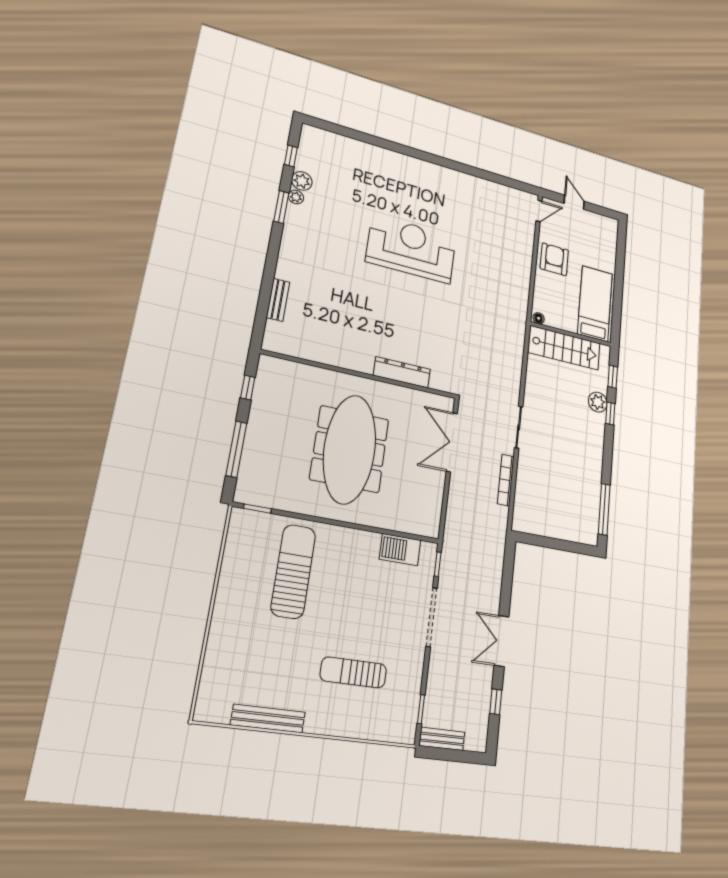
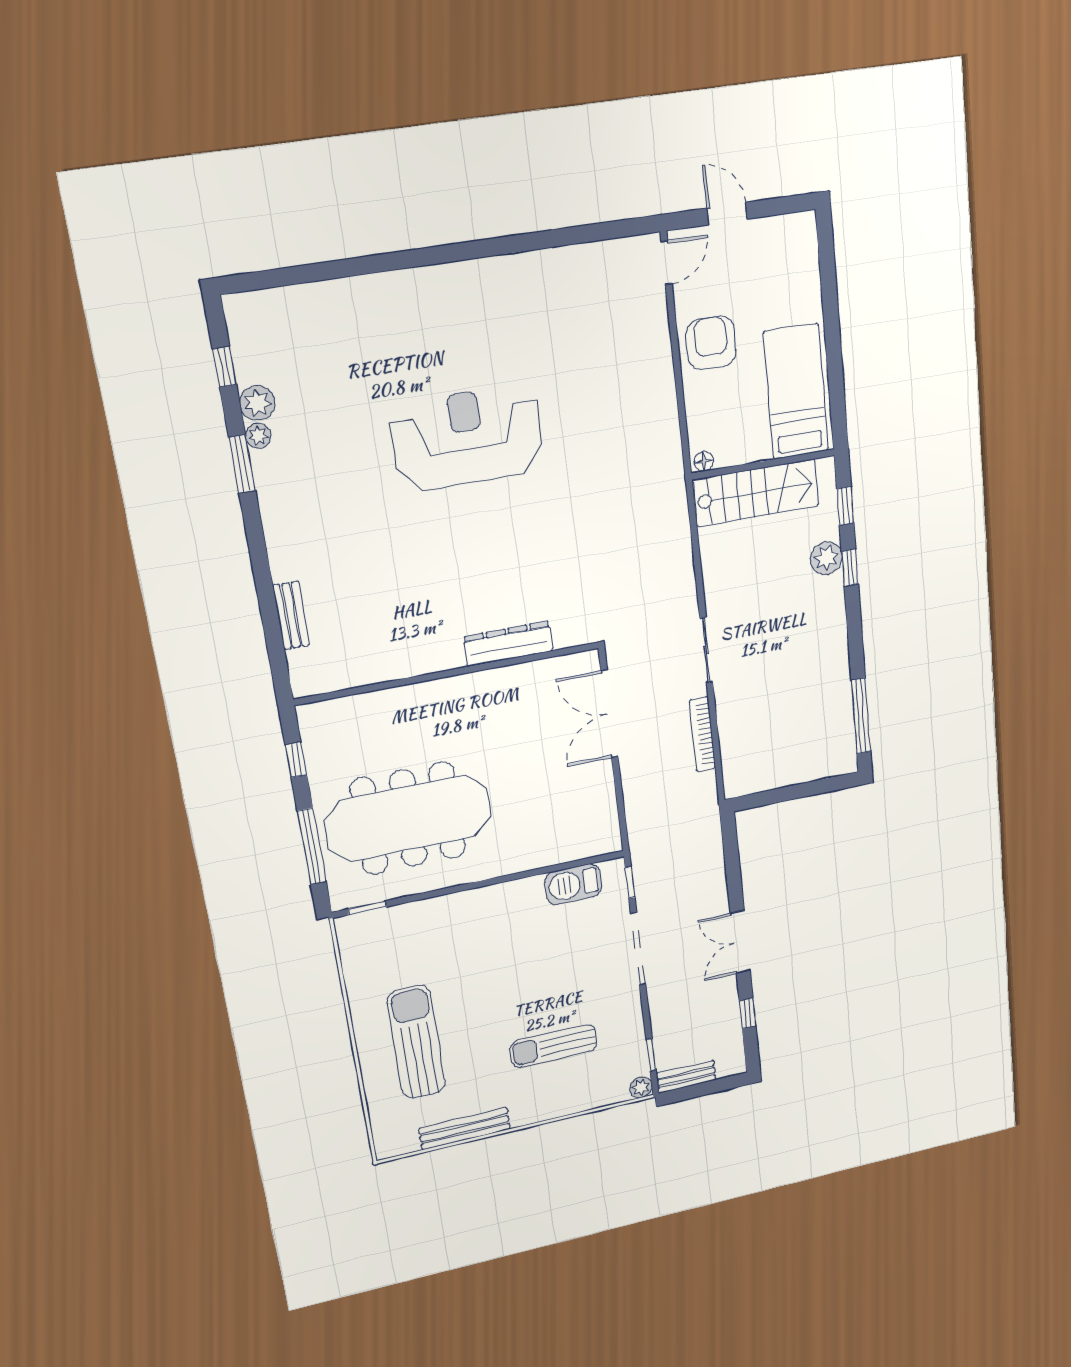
meeting table: (350, 449) -> (408, 818), moved, turned 90
sun lounger: (293, 571) -> (416, 1042), moved
plant: (407, 735) -> (641, 1087), added

